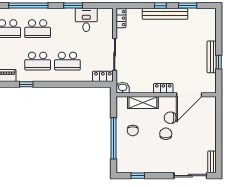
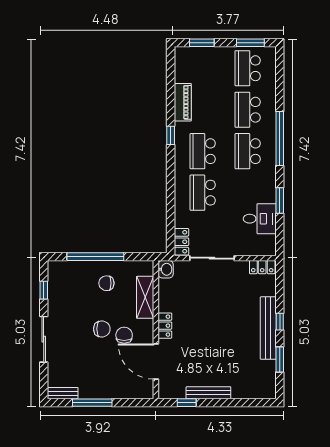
window: (219, 62) -> (187, 403), moved
window: (219, 141) -> (92, 403), added
sliding door: (190, 176) -> (44, 339), moved

